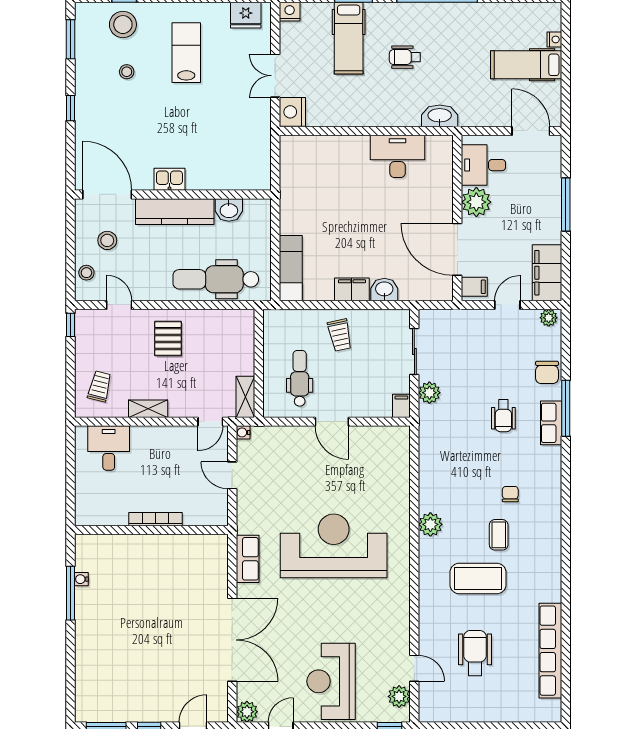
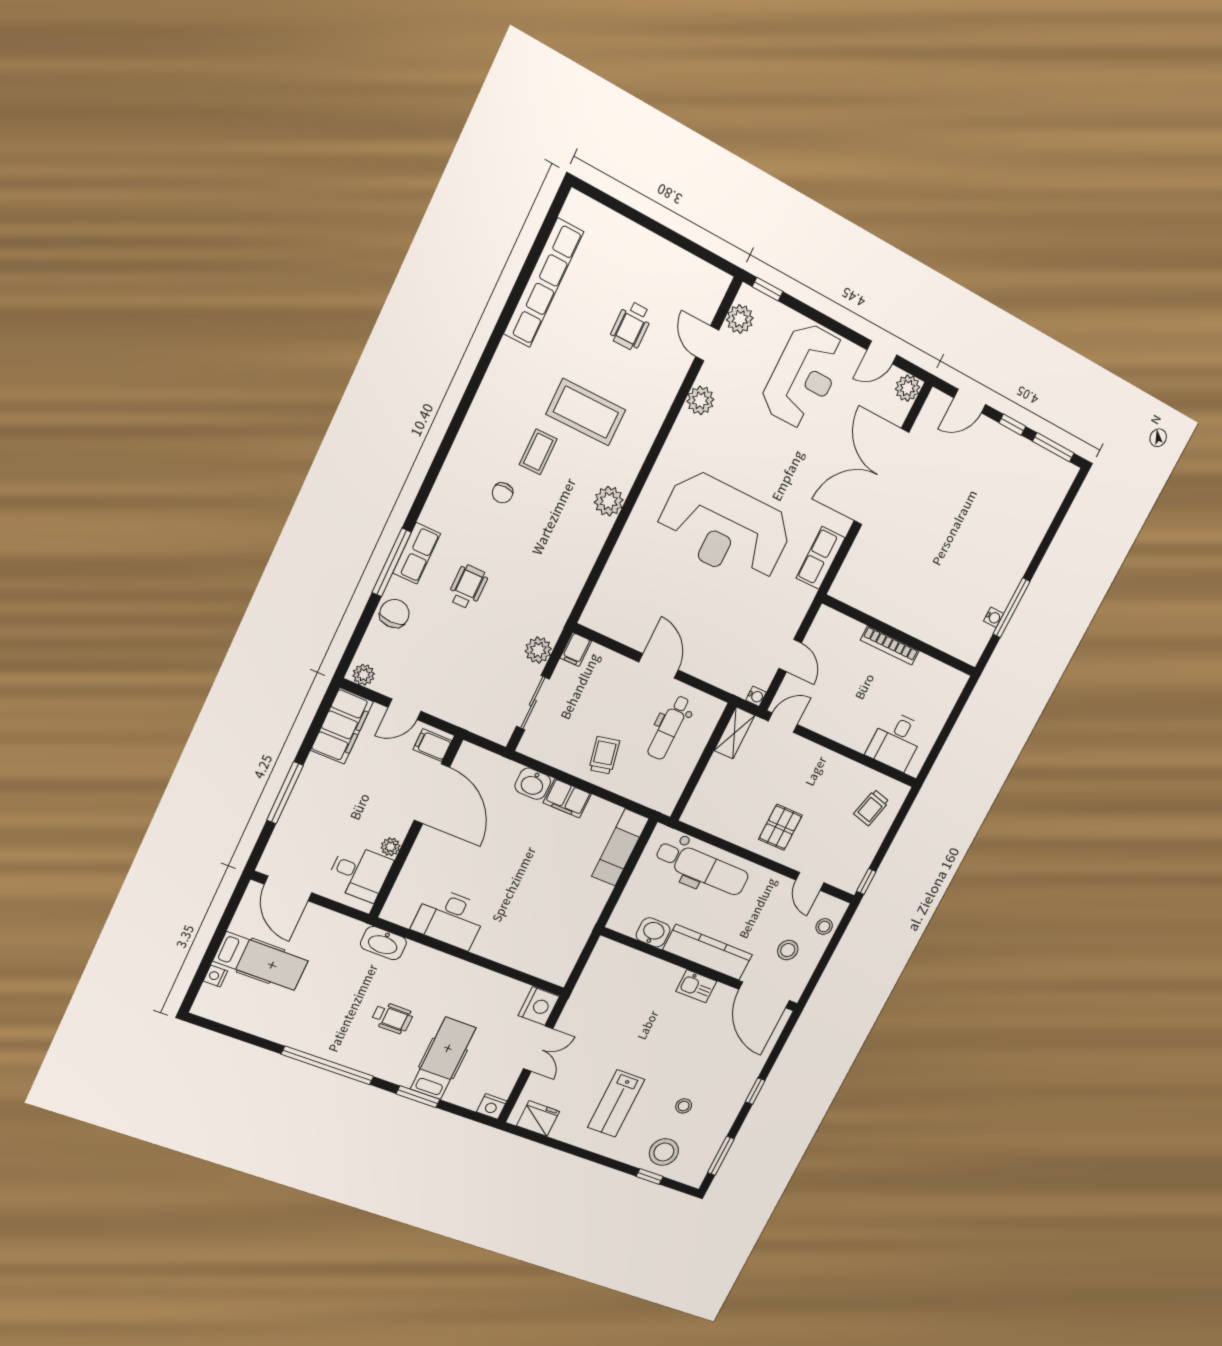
plant: (476, 202) -> (391, 847), width x0.53, depth x0.53
shelving: (148, 409) -> (837, 764), removed
plant: (399, 627) -> (700, 400), added
wheelchair: (475, 653) -> (631, 326), width x0.73, depth x0.73

